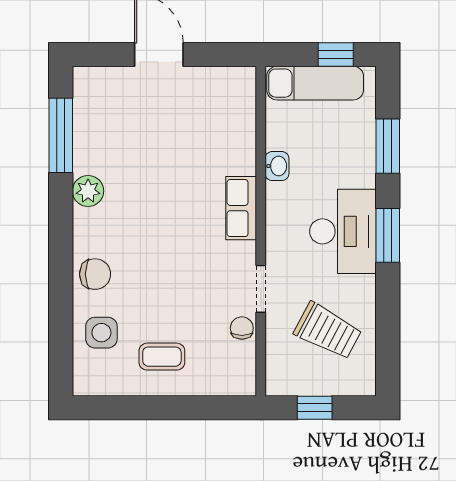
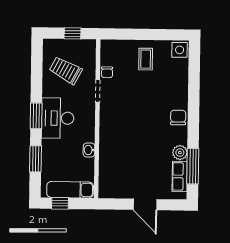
plant: (88, 191) -> (180, 153), moved
row of seats: (241, 208) -> (180, 176), moved, turned 180
chair: (95, 274) -> (178, 117), moved, turned 90
side table: (101, 333) -> (180, 50), moved
coffee table: (162, 357) -> (146, 59), turned 90

